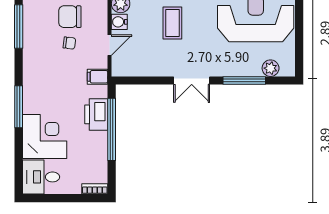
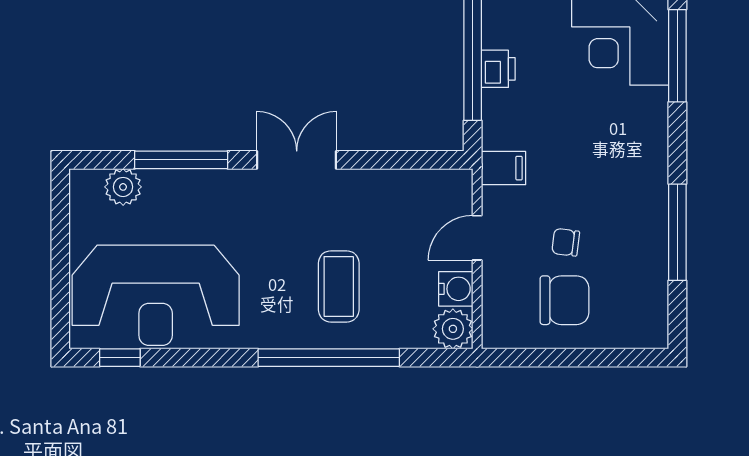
window: (19, 27) -> (677, 232), moved
window: (19, 107) -> (677, 56), moved
printer: (96, 114) -> (498, 69), width x0.53, depth x0.68

